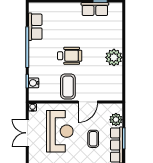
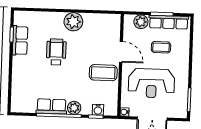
row of seats: (35, 27) -> (51, 106), moved
wheelchair: (70, 56) -> (56, 52), moved
plant: (35, 61) -> (74, 108), added
reception desk: (60, 131) -> (151, 83), turned 180

